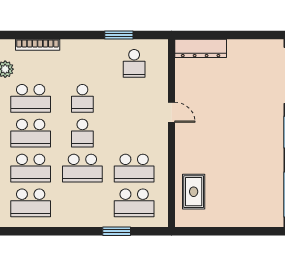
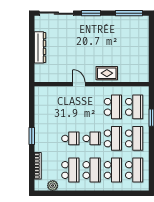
window: (119, 35) -> (32, 136), moved
dresser: (201, 48) -> (40, 47), moved
school desk: (134, 63) -> (134, 138), moved, width x1.85
door: (171, 112) -> (79, 84), hinge flipped
rug: (194, 192) -> (107, 73), moved

